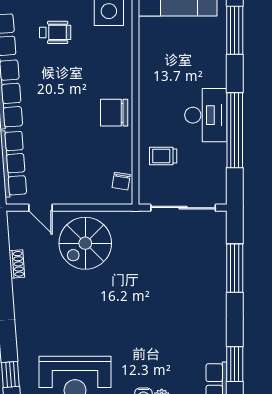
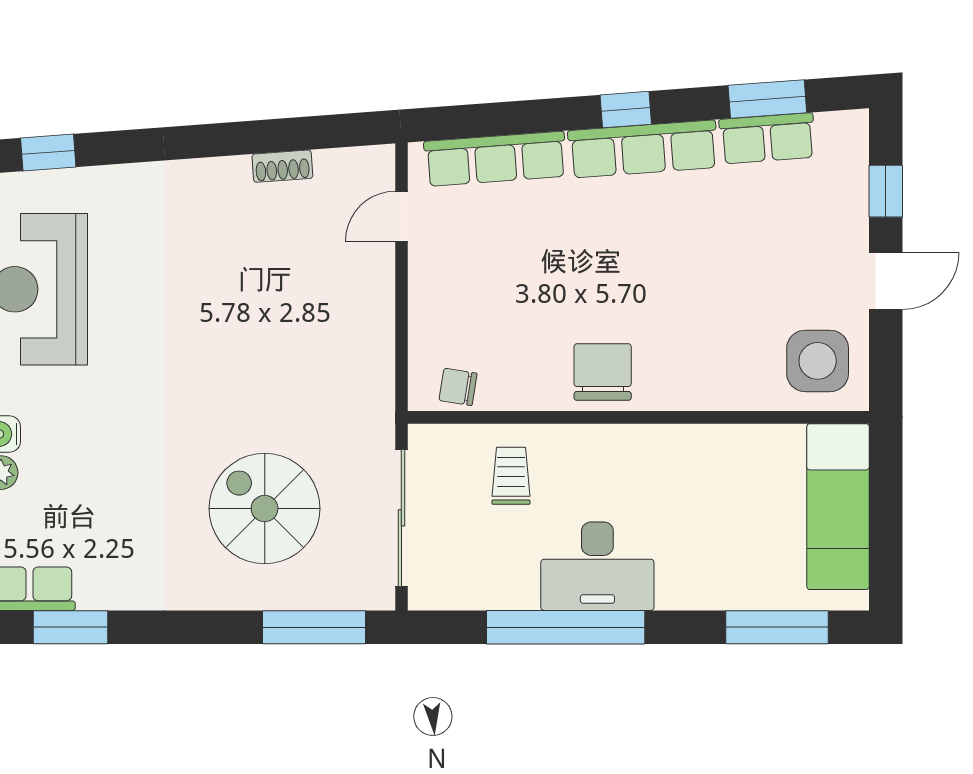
wheelchair: (55, 32) -> (772, 247), removed
spiral stairs: (85, 243) -> (265, 509), moved
window: (235, 268) -> (314, 627), moved

